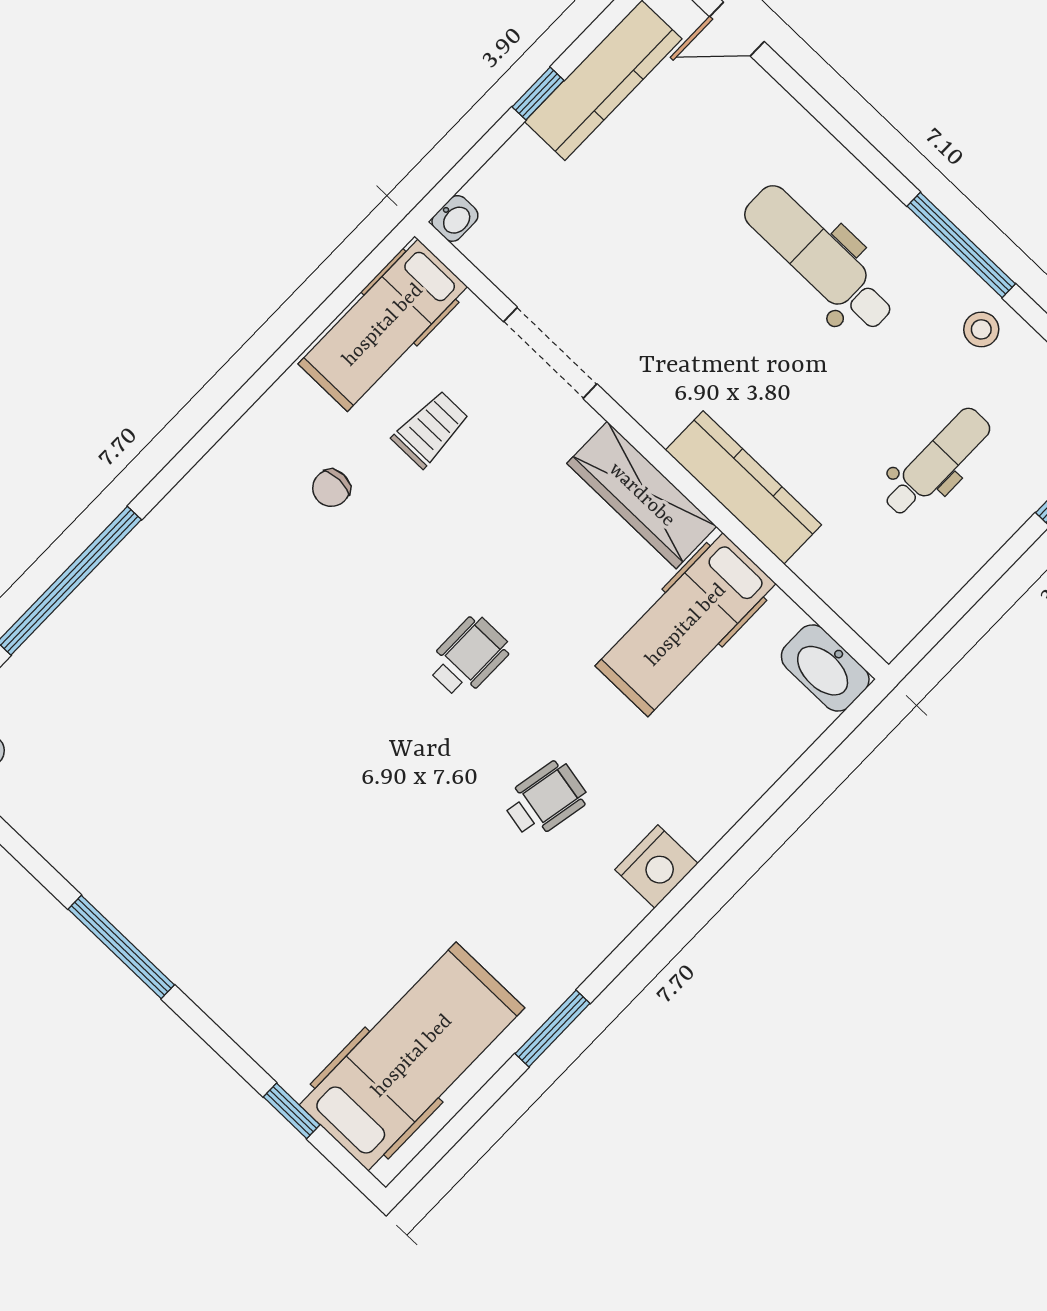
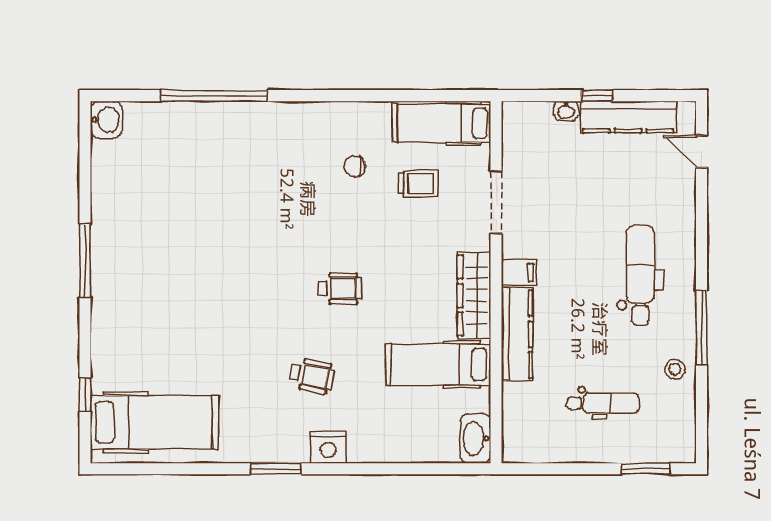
washbasin: (455, 218) -> (566, 111), moved
filing cabinet: (667, 410) -> (519, 273), added
window: (553, 1028) -> (276, 469), moved

